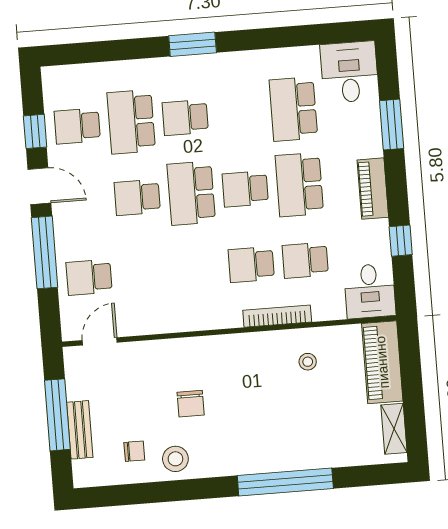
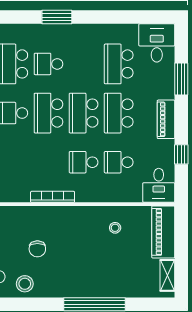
school desk: (245, 189) -> (84, 113), width x1.85
bookcase: (277, 316) -> (53, 197), moved

